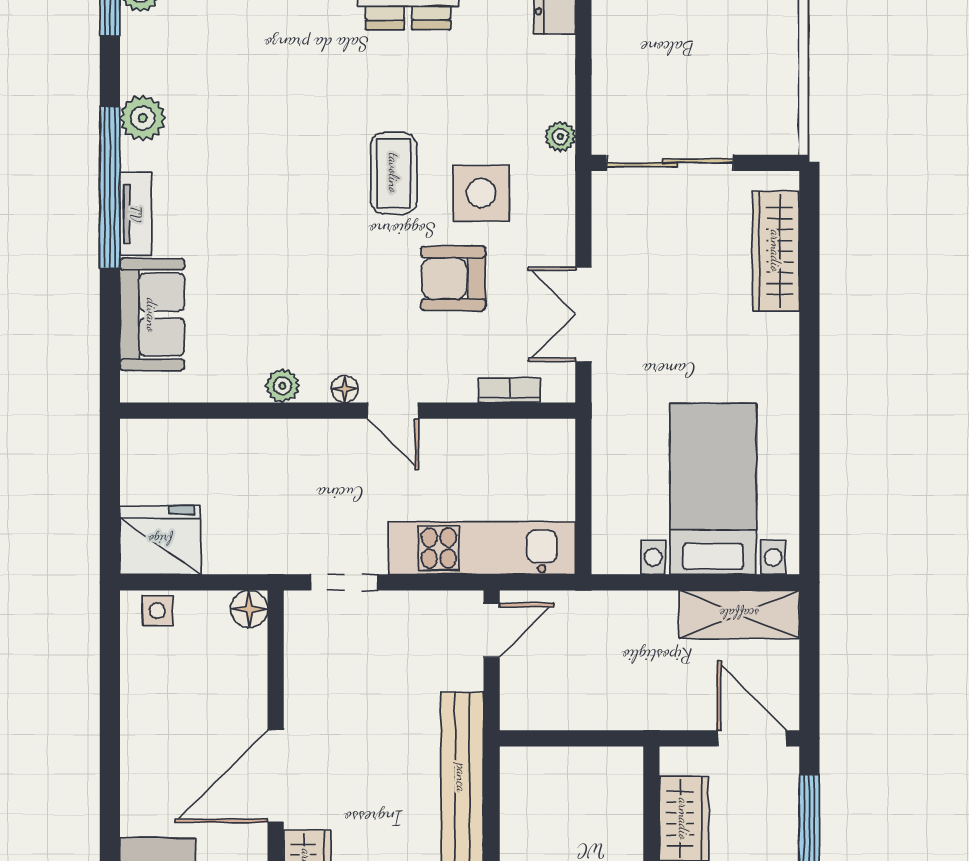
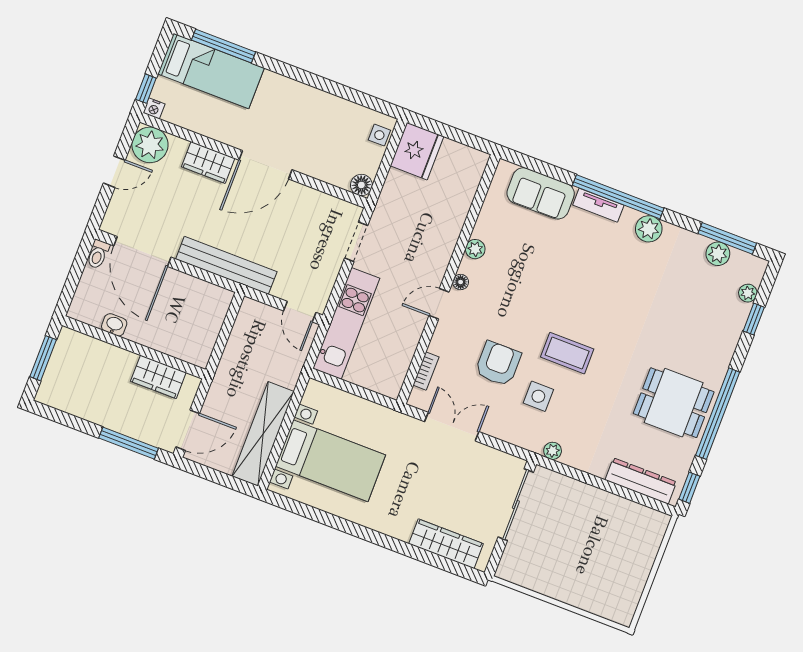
side table: (481, 193) -> (538, 396), width x0.73, depth x0.73
shelving: (739, 614) -> (263, 434), width x1.47
door: (276, 776) -> (265, 165), swing flipped

